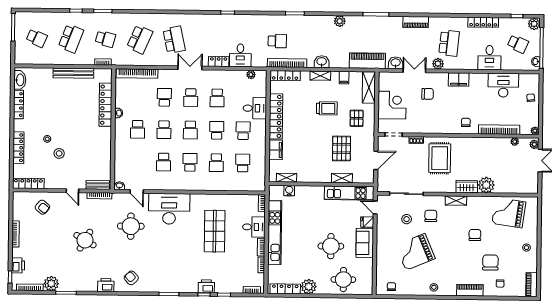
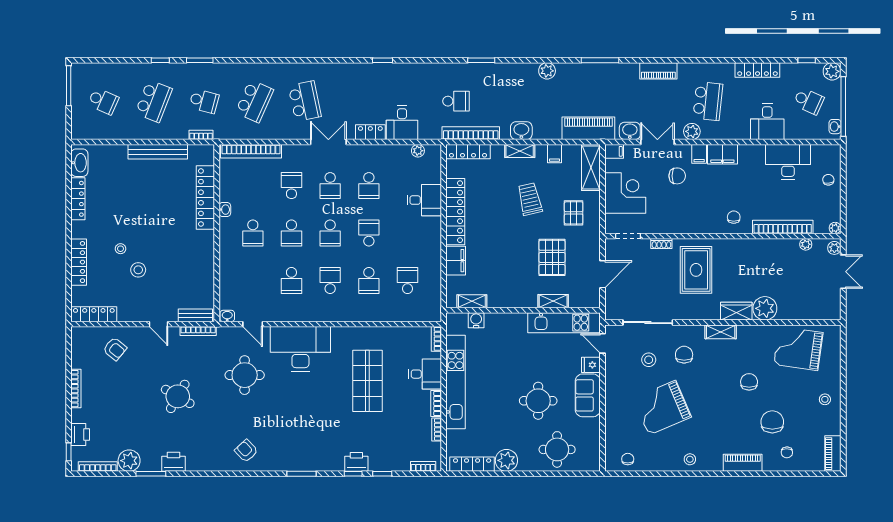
filing cabinet: (385, 77) -> (614, 151), added
filing cabinet: (443, 79) -> (699, 154), added
trolley: (327, 108) -> (530, 199), turned -103
school desk: (243, 131) -> (408, 233), removed
printer: (106, 285) -> (174, 462), moved

